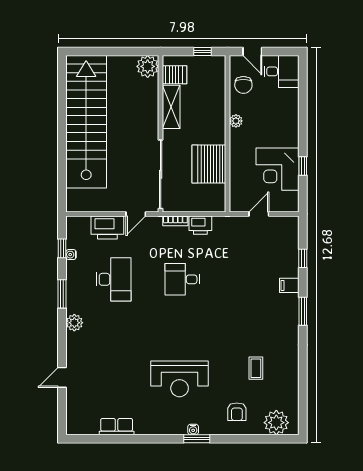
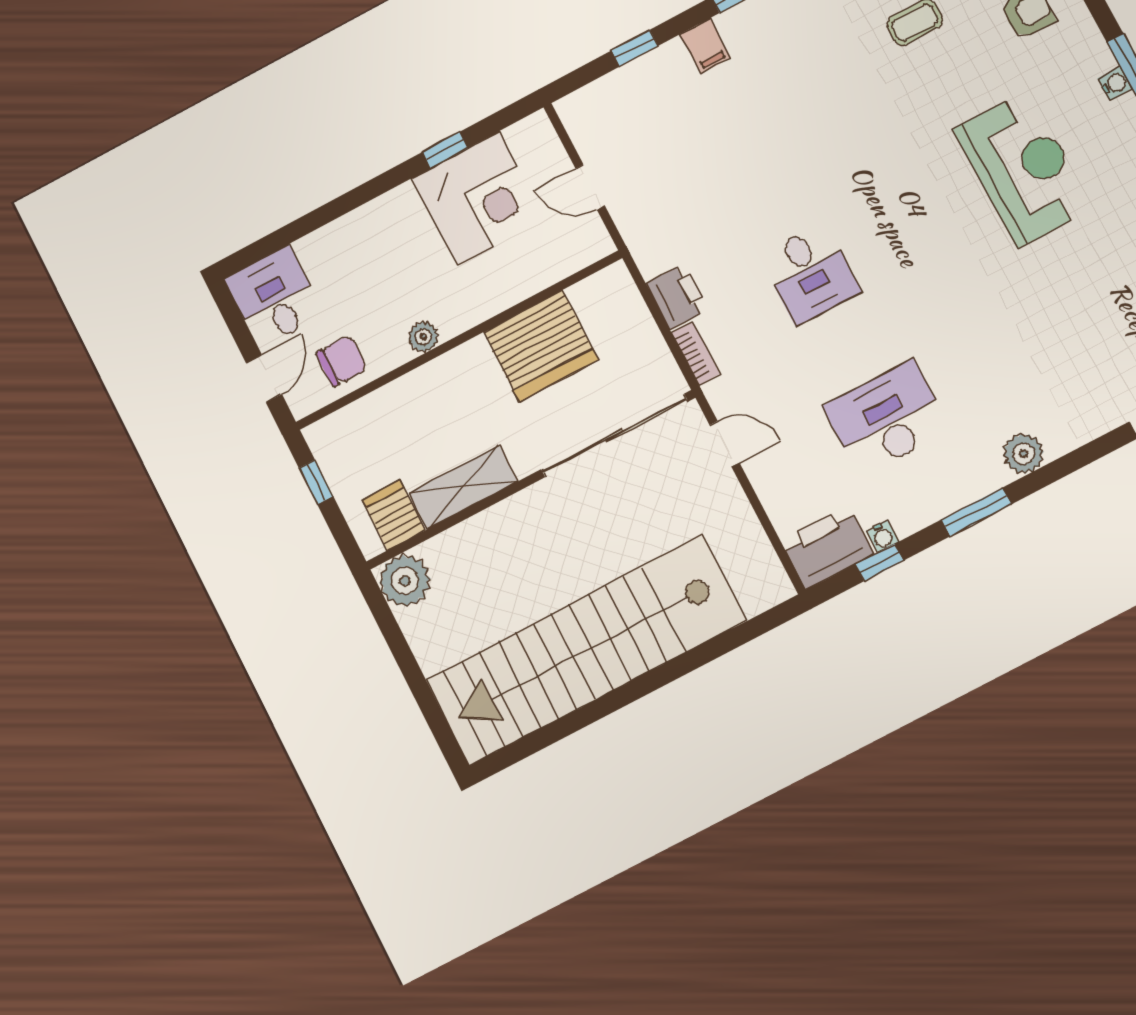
printer: (107, 227) -> (827, 548), moved, turned -90

